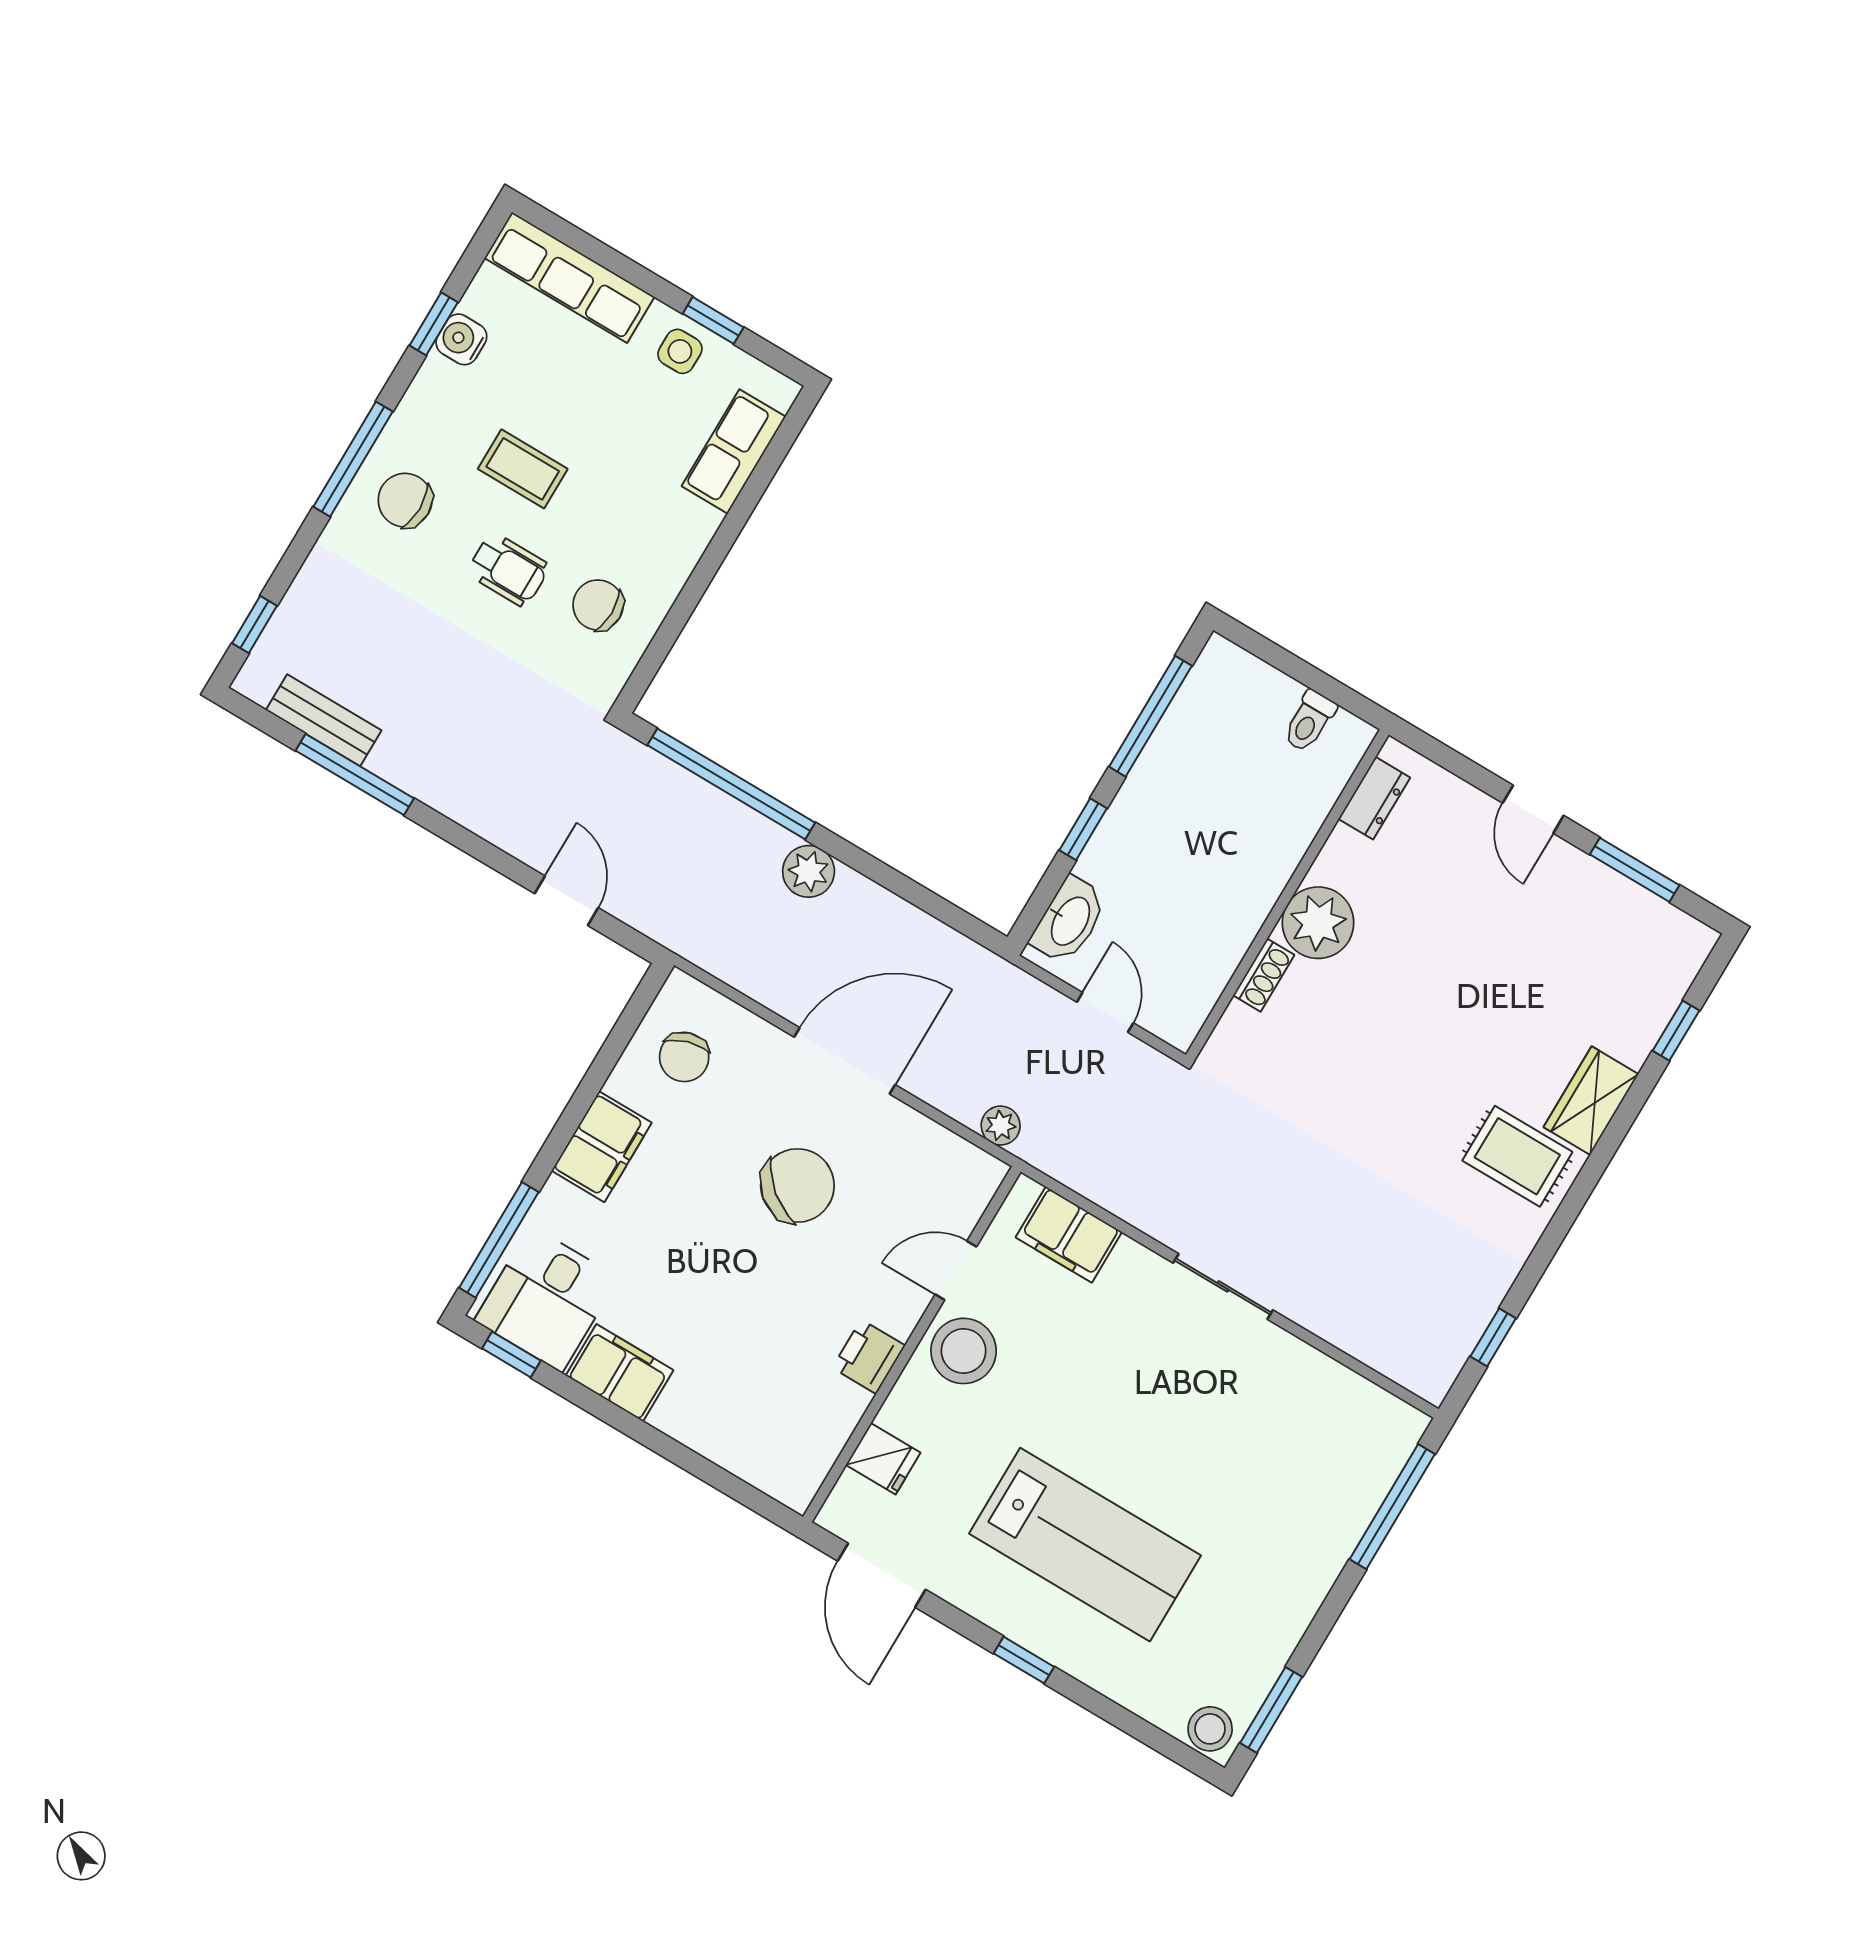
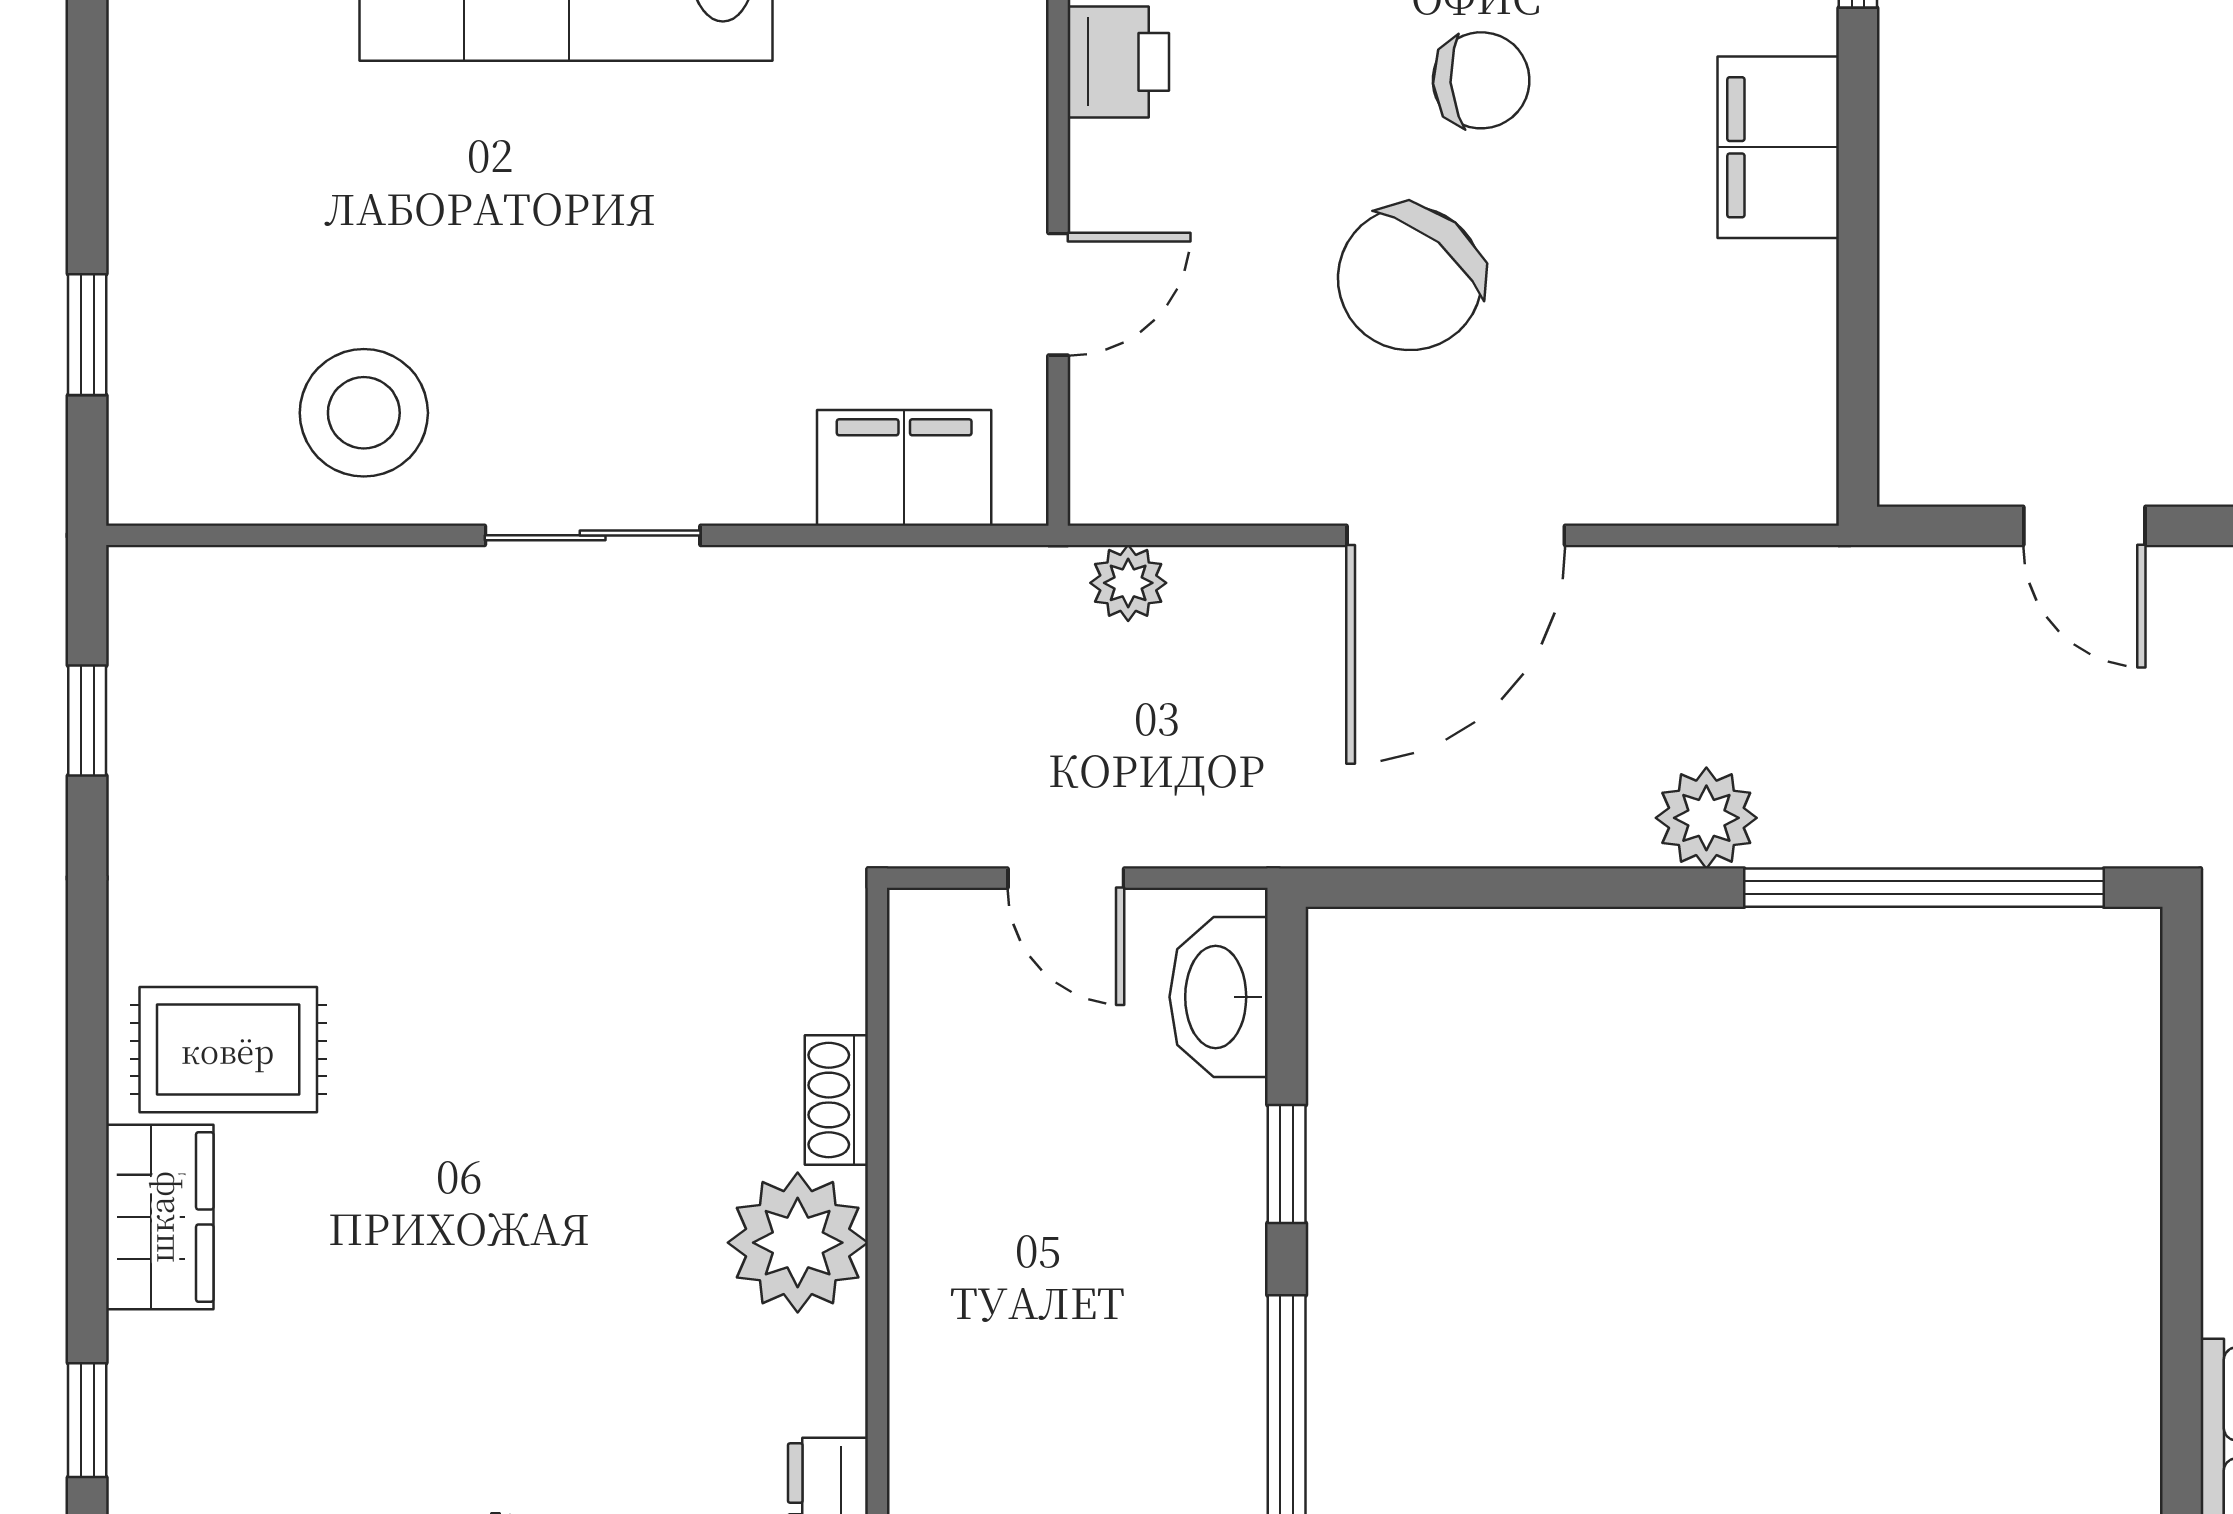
chair: (684, 1057) -> (1481, 80), moved, turned 103
stool: (964, 1351) -> (364, 413), moved
window: (1392, 1507) -> (87, 335), width x0.46

